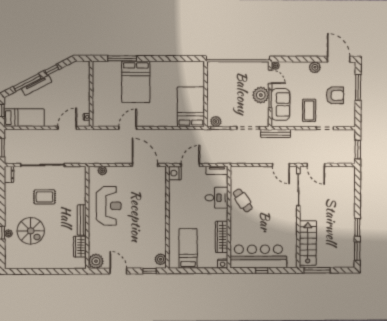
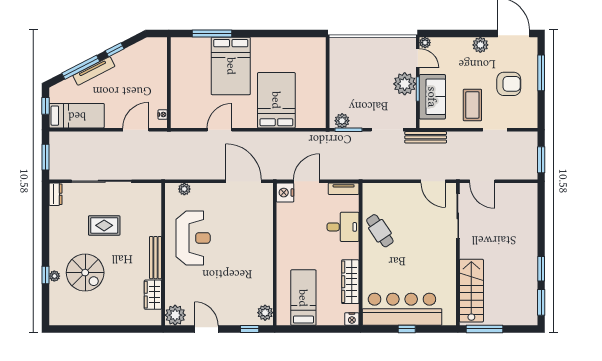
bed: (191, 107) -> (276, 100), moved

